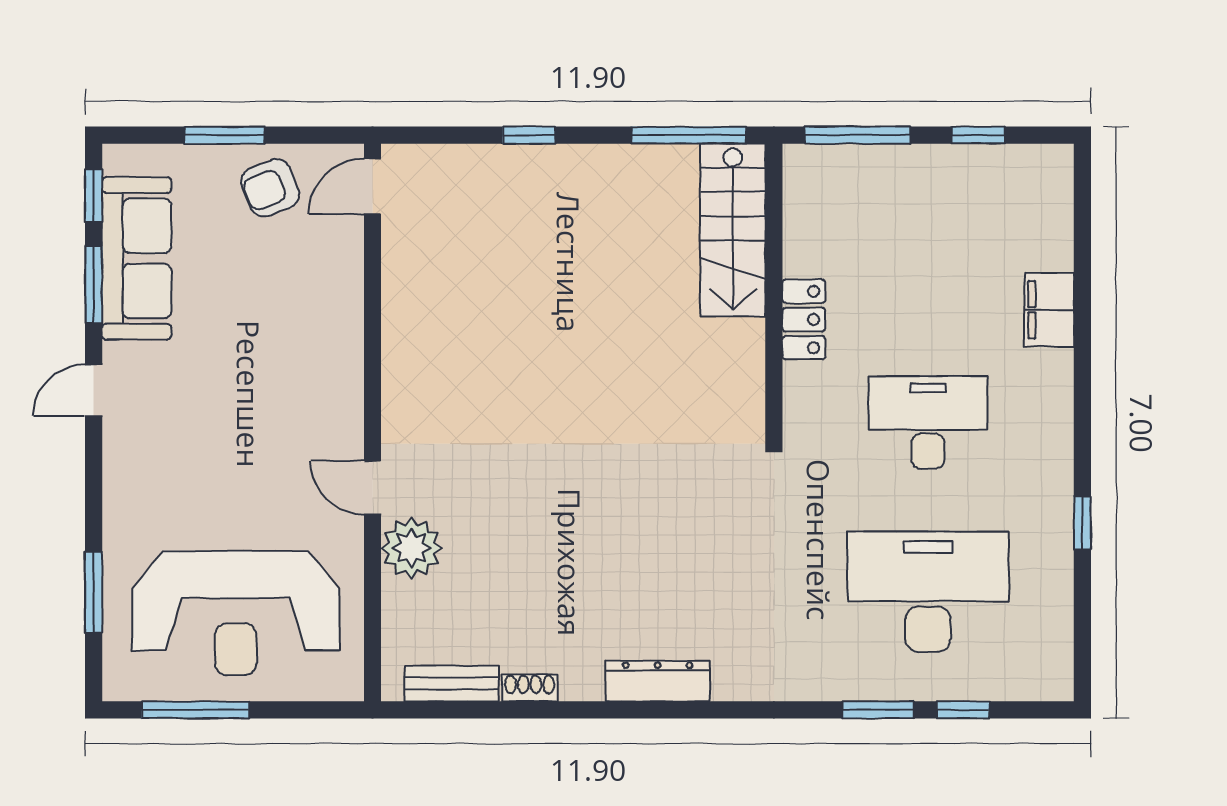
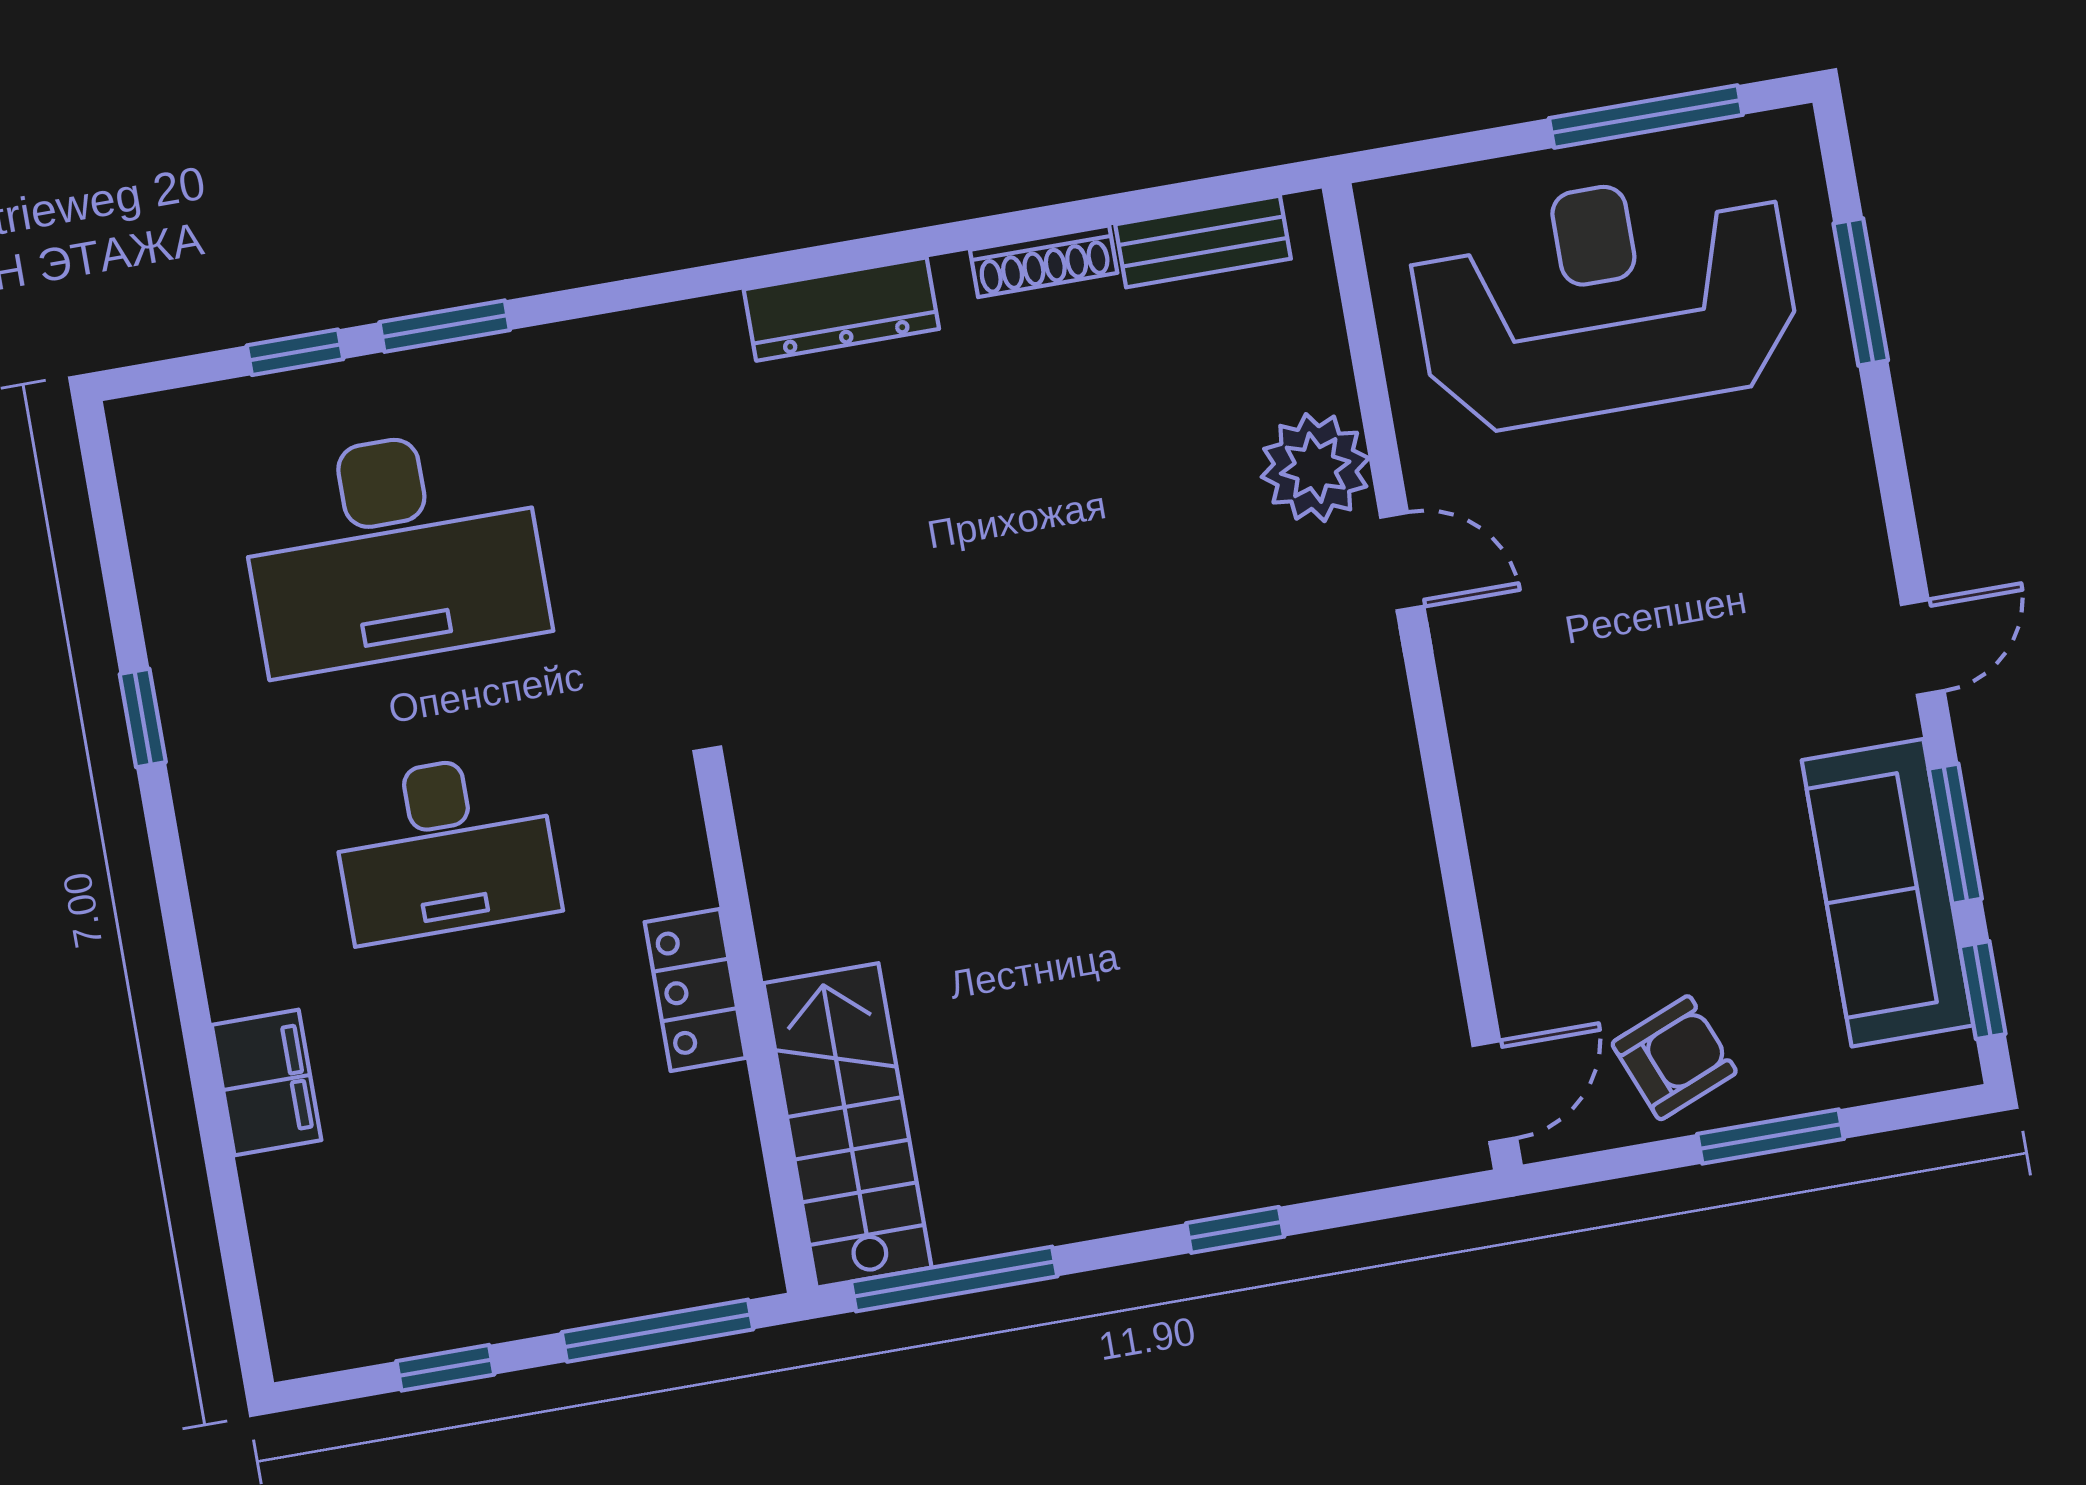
shoe rack: (530, 688) -> (1044, 261), width x1.43

